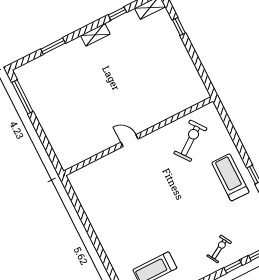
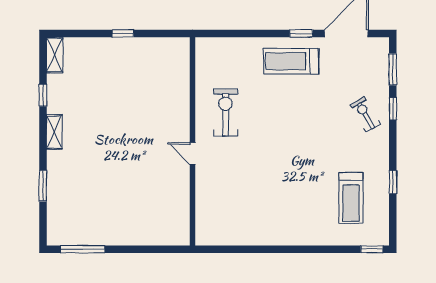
window: (179, 26) -> (123, 33), moved
door: (129, 141) -> (192, 154), hinge flipped
exercise bike: (190, 141) -> (225, 112), moved, turned 37

